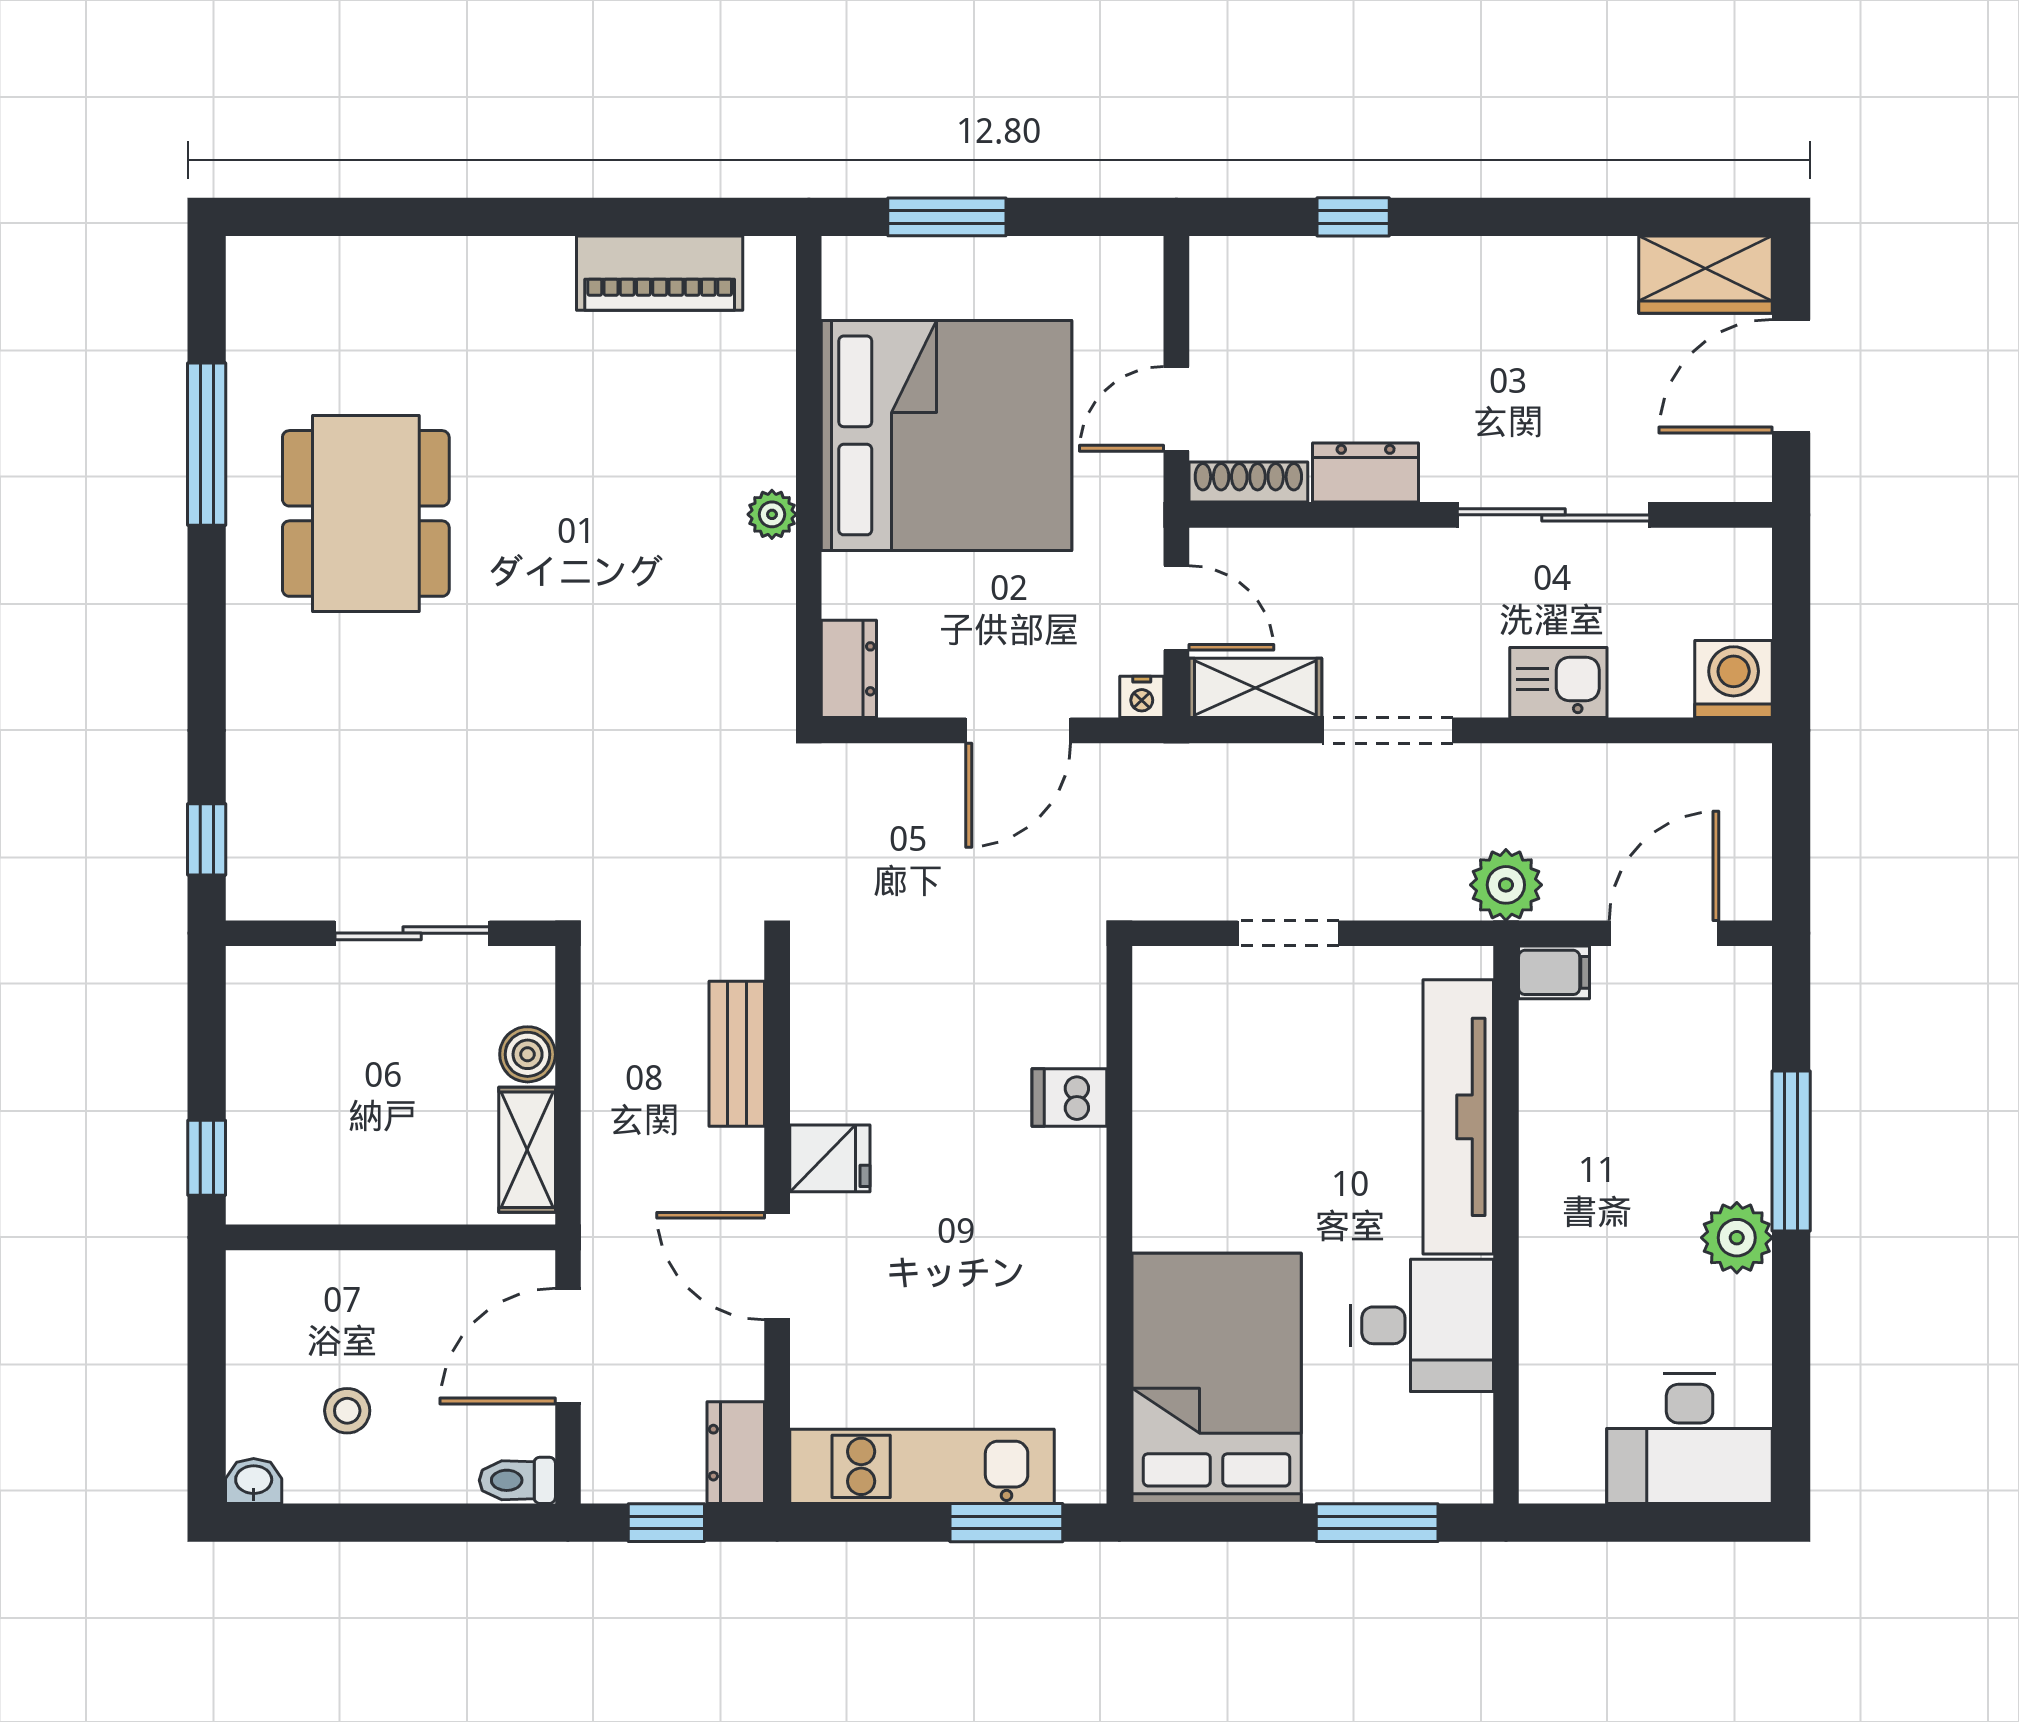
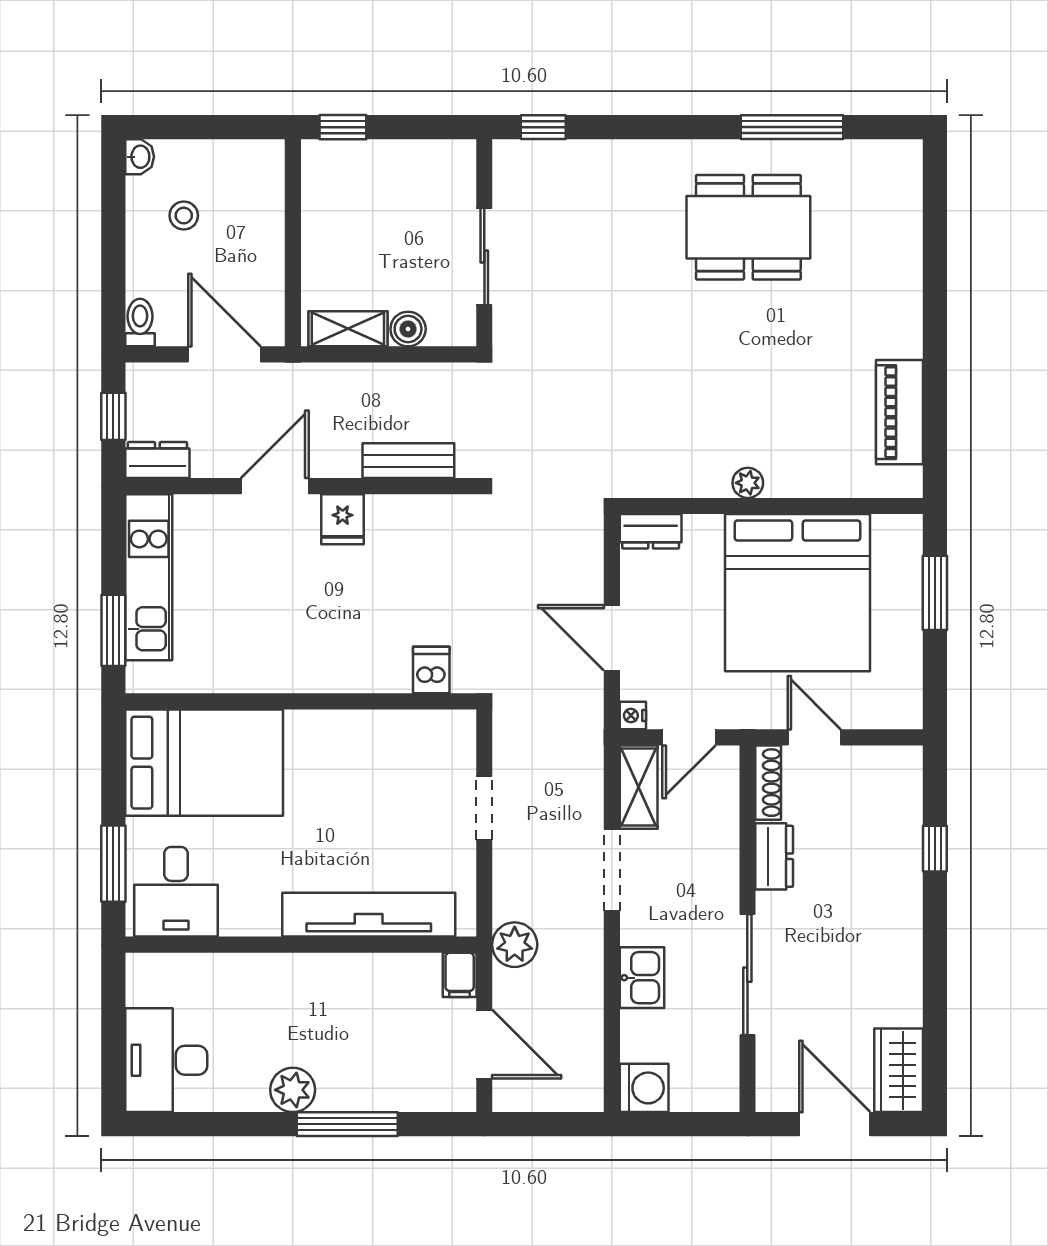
dishwasher: (1069, 1098) -> (431, 670), moved
desk: (1422, 1325) -> (176, 892), moved

